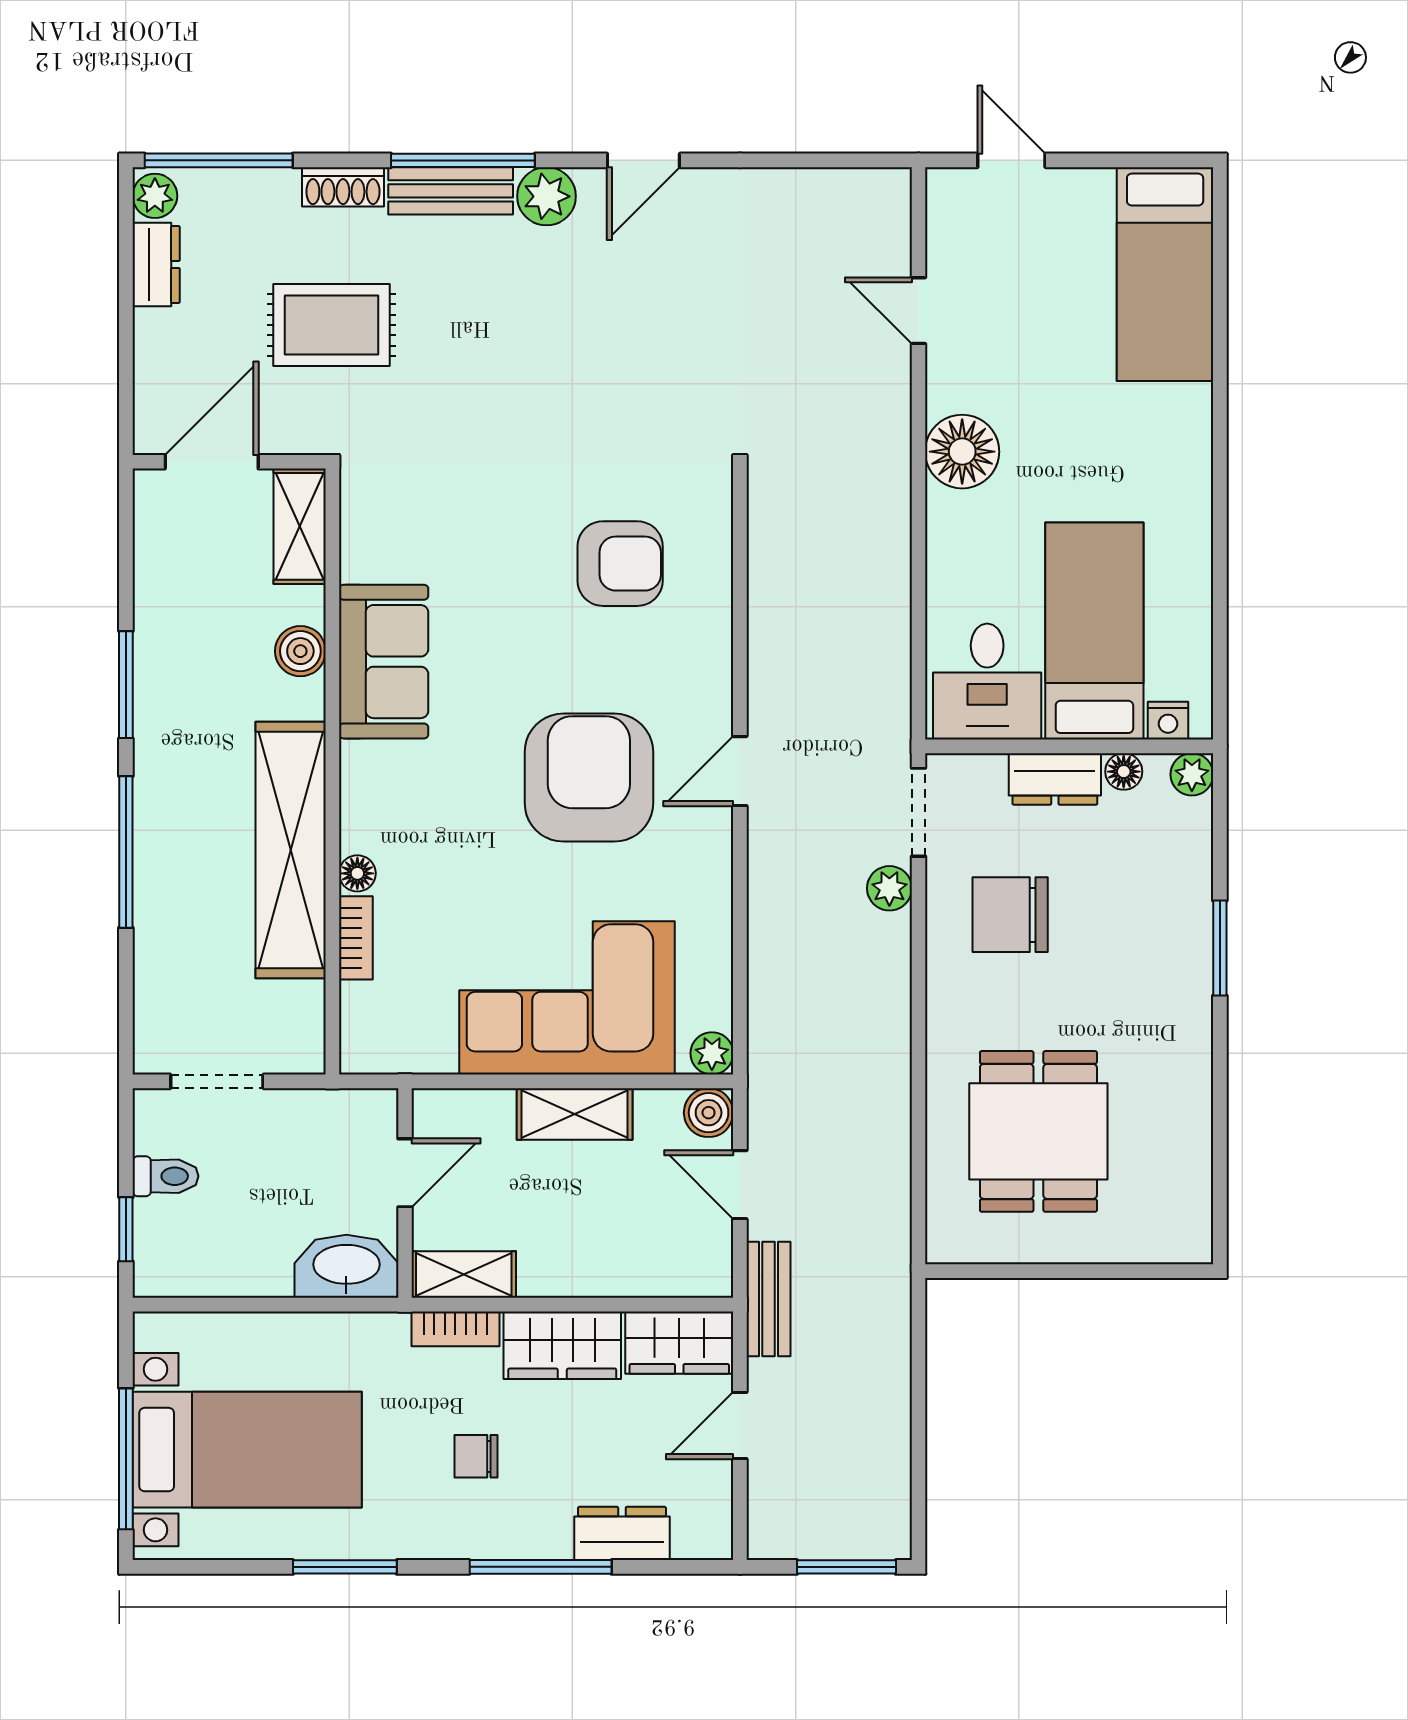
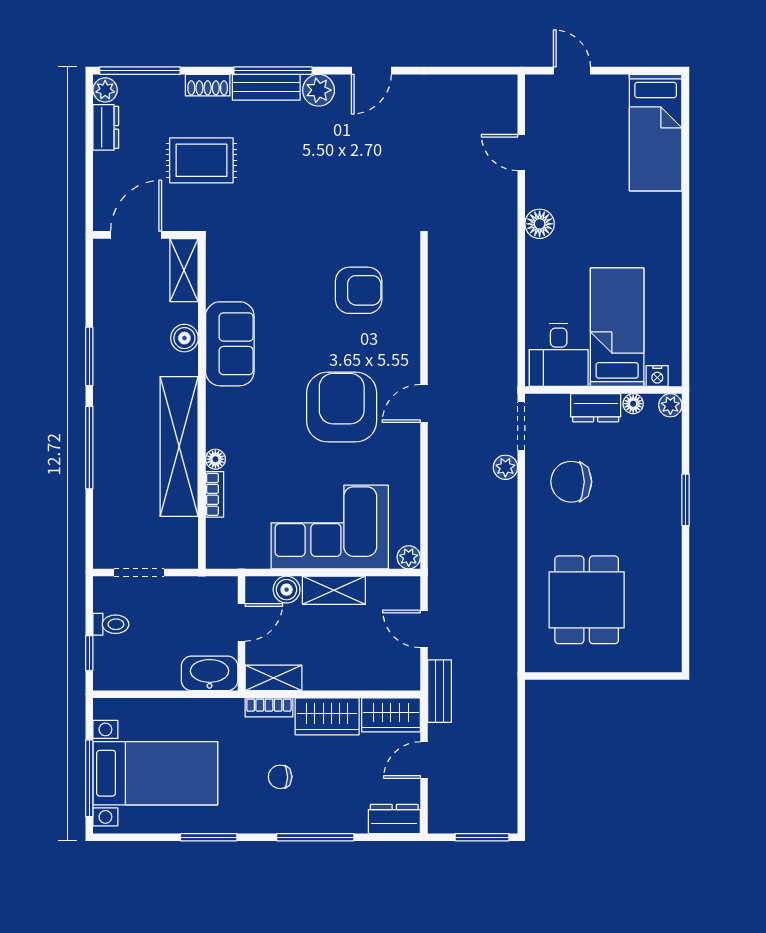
floor lamp: (962, 452) -> (540, 224), width x0.73, depth x0.73
boiler: (709, 1113) -> (287, 590), moved
dresser: (622, 1533) -> (394, 819), moved

